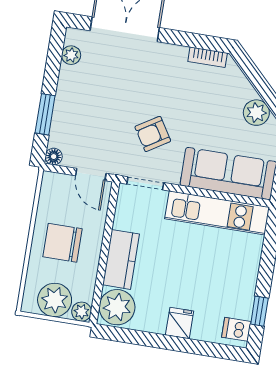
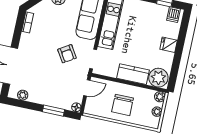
plant: (55, 300) -> (157, 112), width x0.53, depth x0.53

